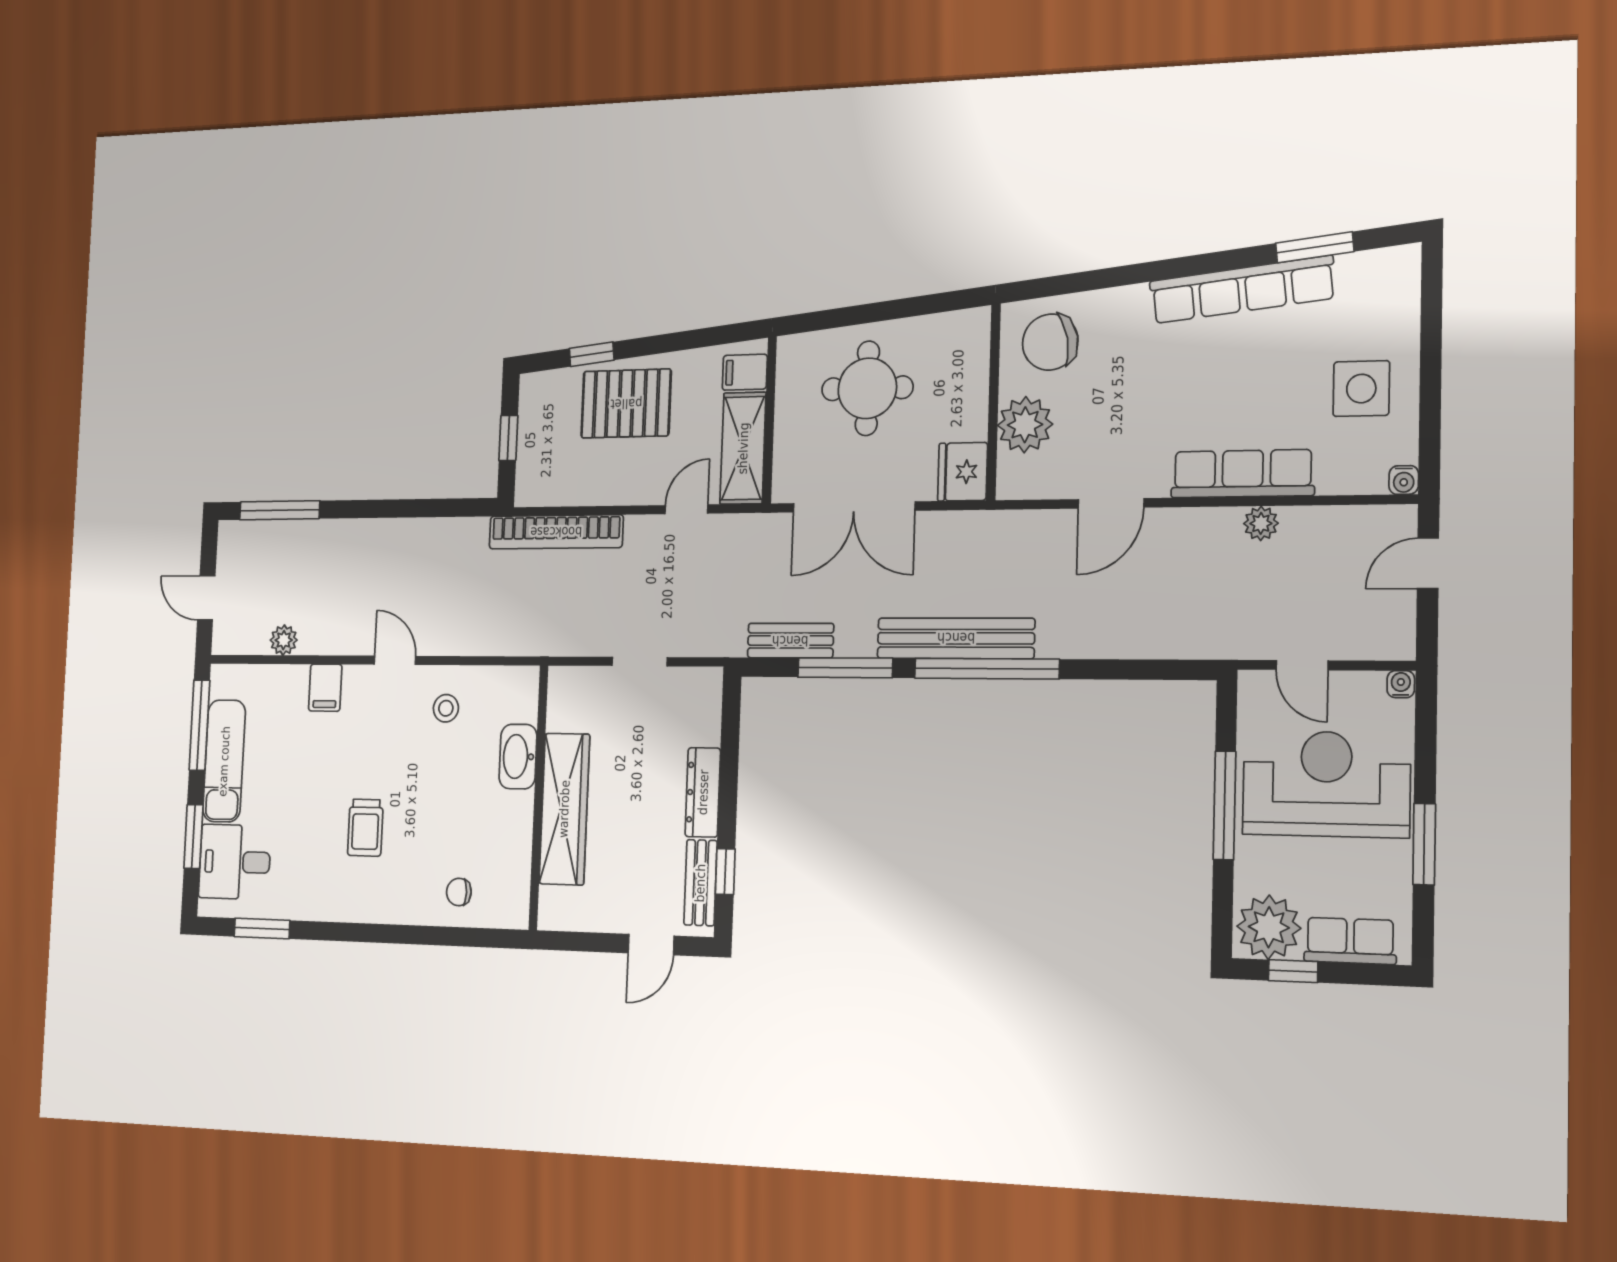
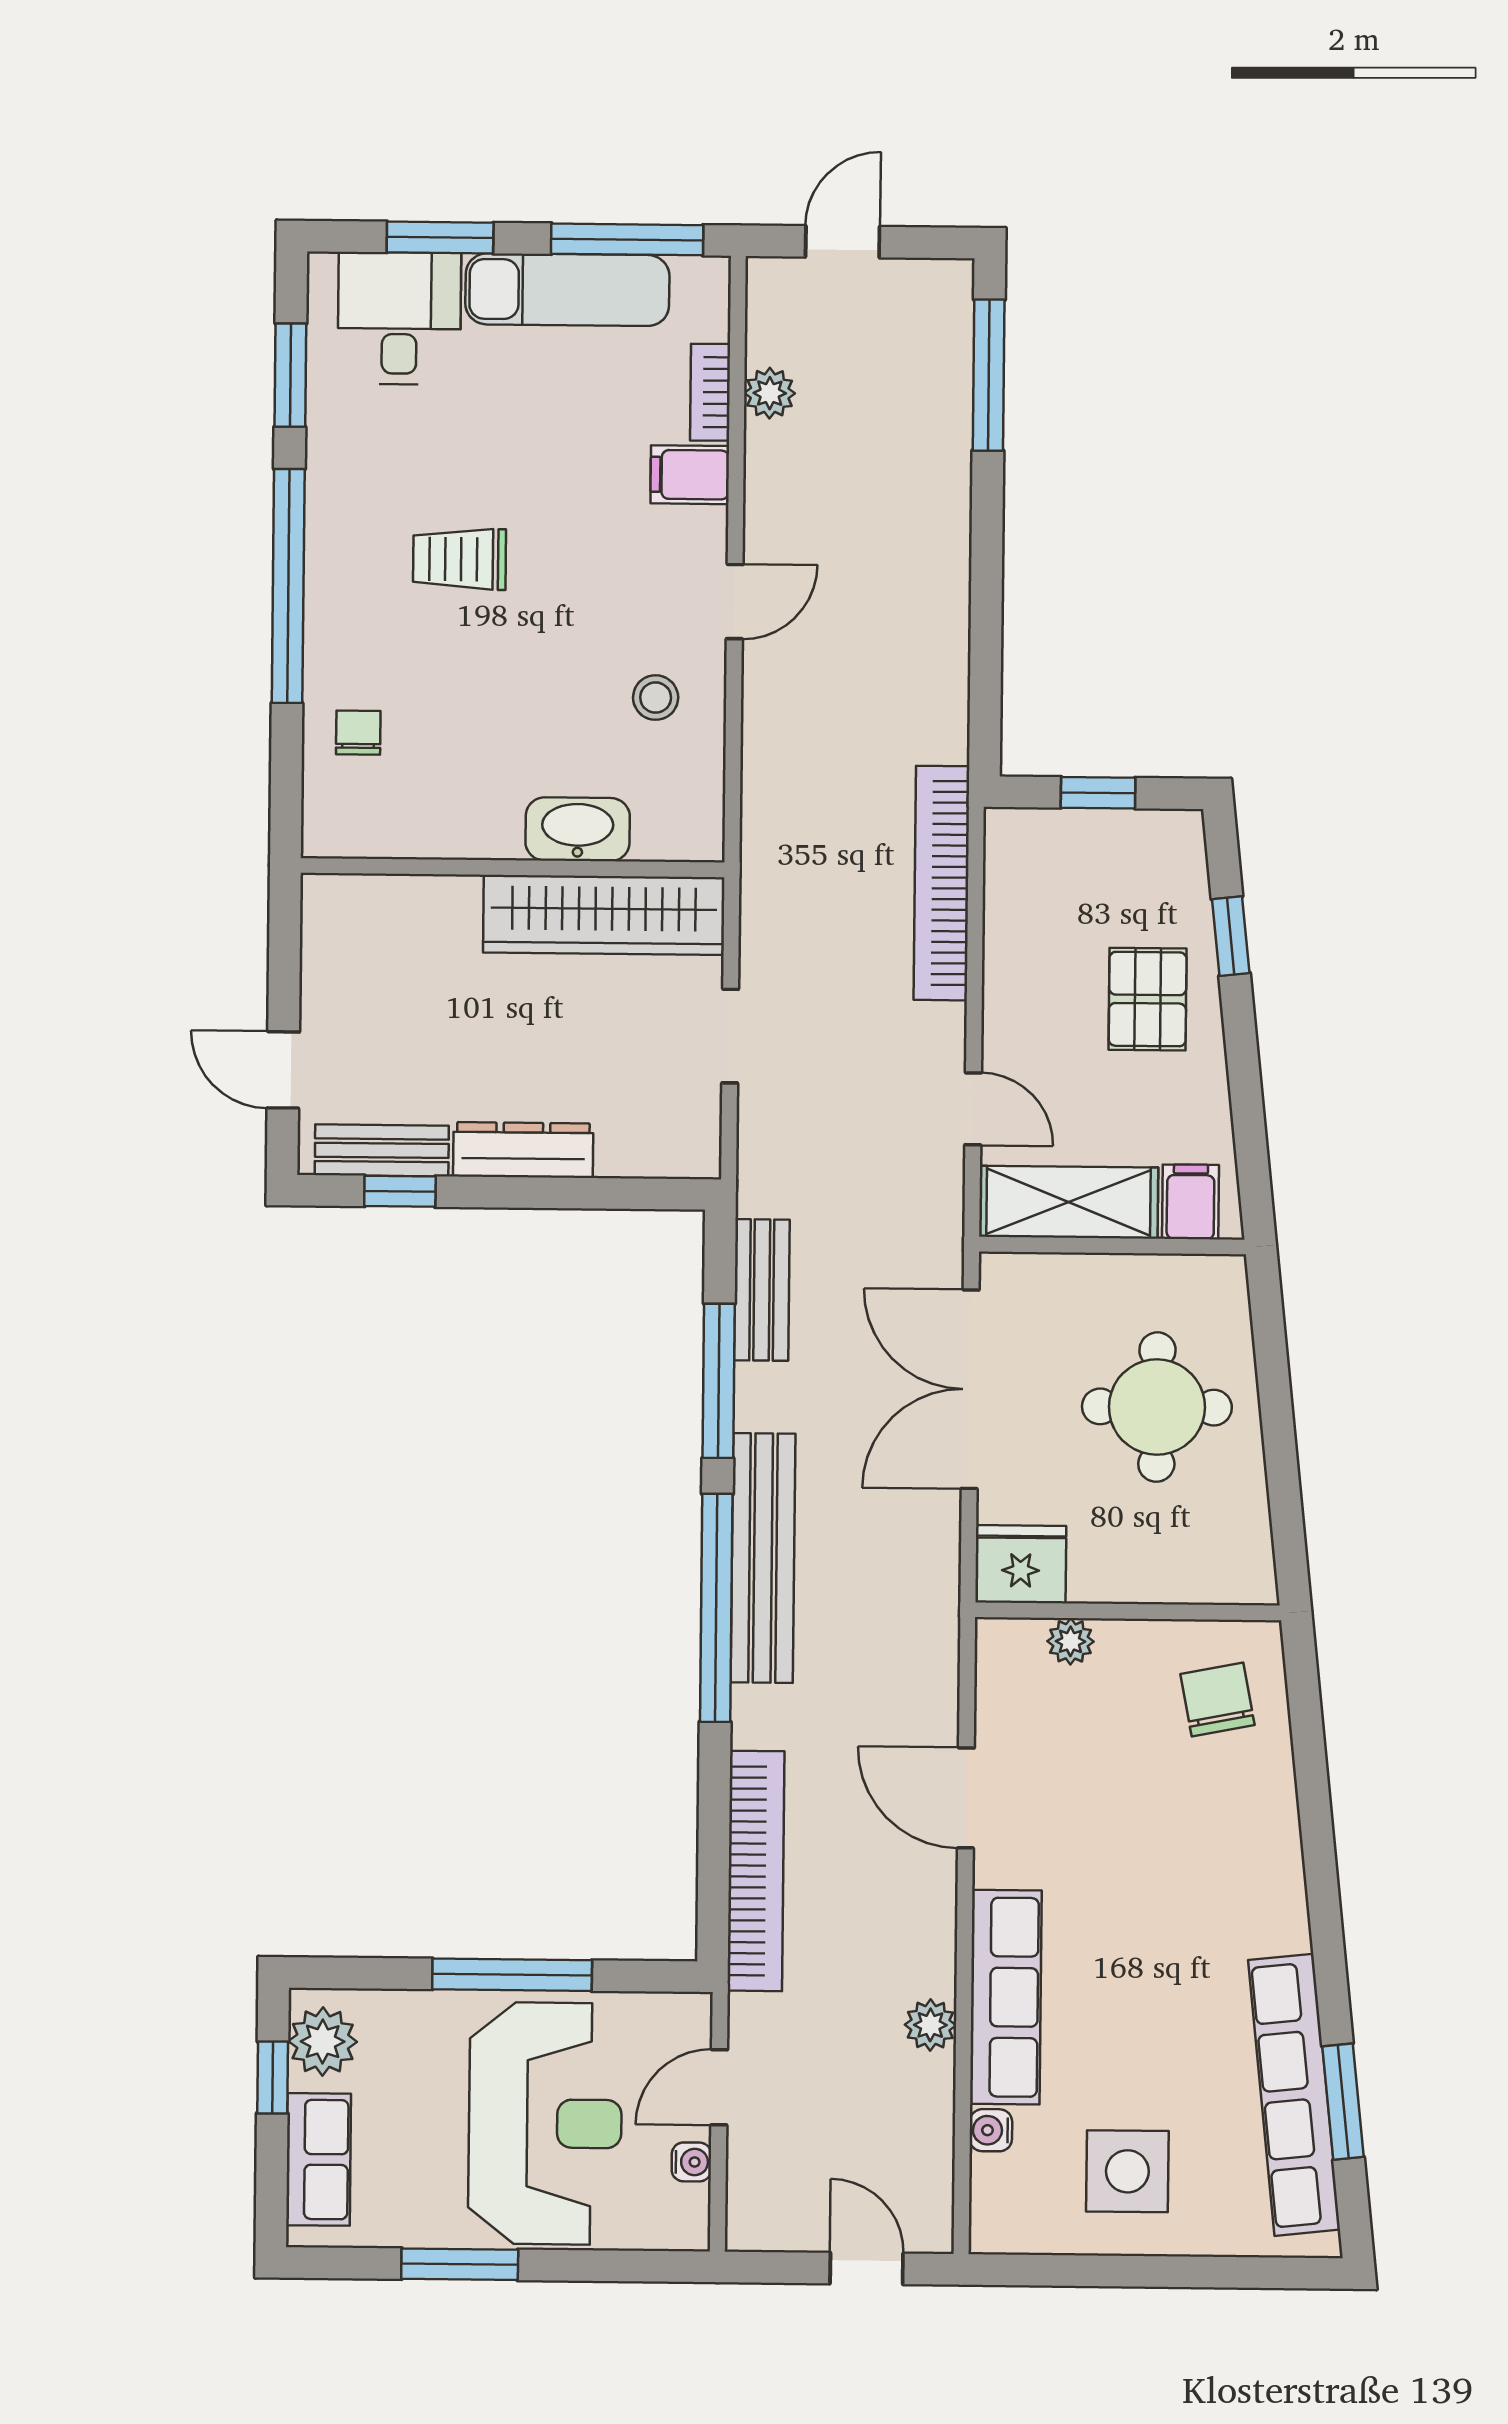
row of seats: (1242, 290) -> (1294, 2095), moved
chair: (1050, 342) -> (1217, 1699), width x0.73, depth x0.73
pallet: (626, 404) -> (1148, 999), width x0.67, depth x0.71
plant: (1025, 425) -> (1071, 1641), width x0.53, depth x0.53
water cooler: (1404, 480) -> (991, 2130), moved
bookcase: (1157, 641) -> (756, 1871), added
bookcase: (282, 676) -> (710, 392), added
water cooler: (1401, 684) -> (691, 2162), moved
wardrobe: (564, 809) -> (604, 915), moved
plant: (1269, 927) -> (323, 2041), width x0.73, depth x0.73
window: (376, 933) -> (288, 586), added

